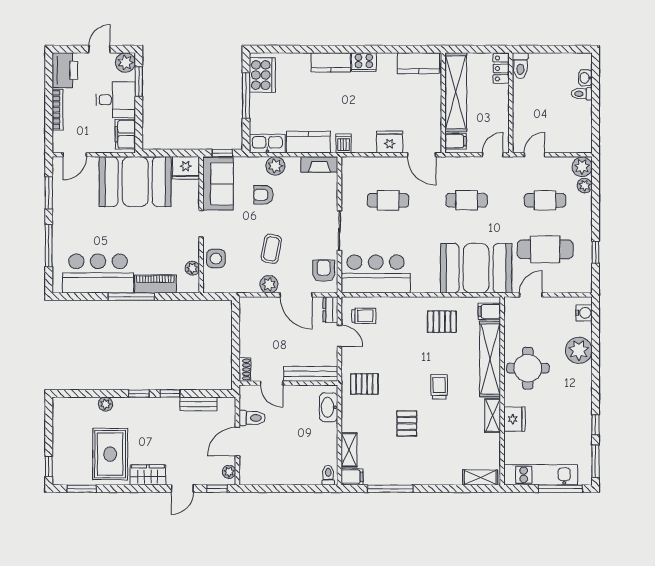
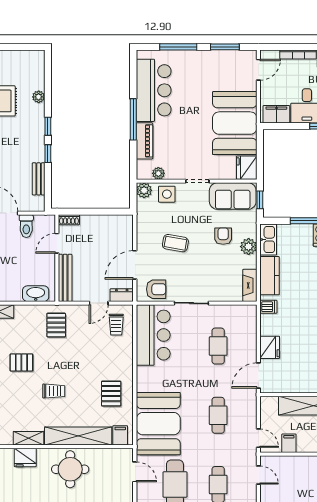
filing cabinet: (456, 141) -> (289, 443), moved, turned 180
door: (75, 155) -> (258, 70), swing flipped
plant: (269, 284) -> (144, 190), moved

